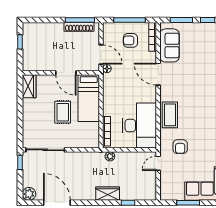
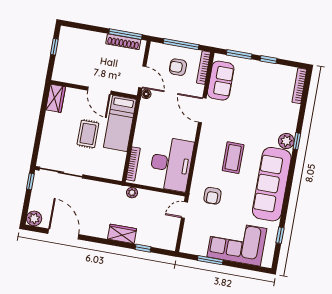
coffee table: (170, 115) -> (233, 158), moved

